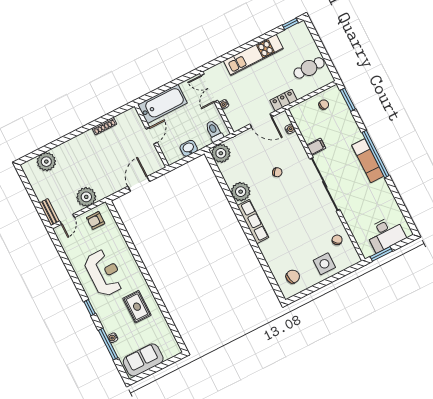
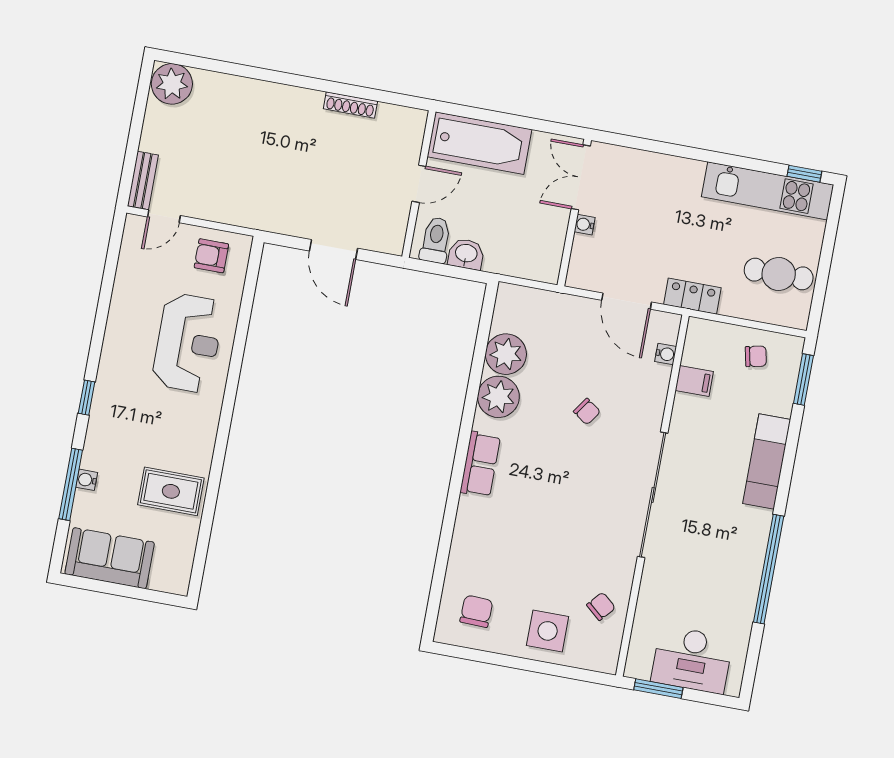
kitchen unit: (253, 55) -> (768, 191), moved
toilet: (214, 131) -> (436, 240), moved
filing cabinet: (316, 147) -> (694, 381), moved
plant: (221, 153) -> (506, 354), moved
window: (375, 154) -> (769, 569), moved
exam couch: (368, 161) -> (767, 462), moved
plant: (46, 162) -> (172, 84), moved
door: (139, 184) -> (334, 250), swing flipped
plant: (86, 197) -> (226, 203), removed
row of seats: (253, 222) -> (480, 464), width x0.68
reception desk: (104, 273) -> (188, 343), moved
chair: (293, 277) -> (476, 611), turned -76
rug: (137, 307) -> (171, 491), moved, turned 90

